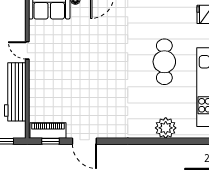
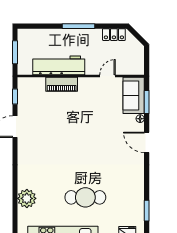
door: (27, 50) -> (107, 76), moved
piano: (48, 131) -> (62, 84), moved, turned 90

